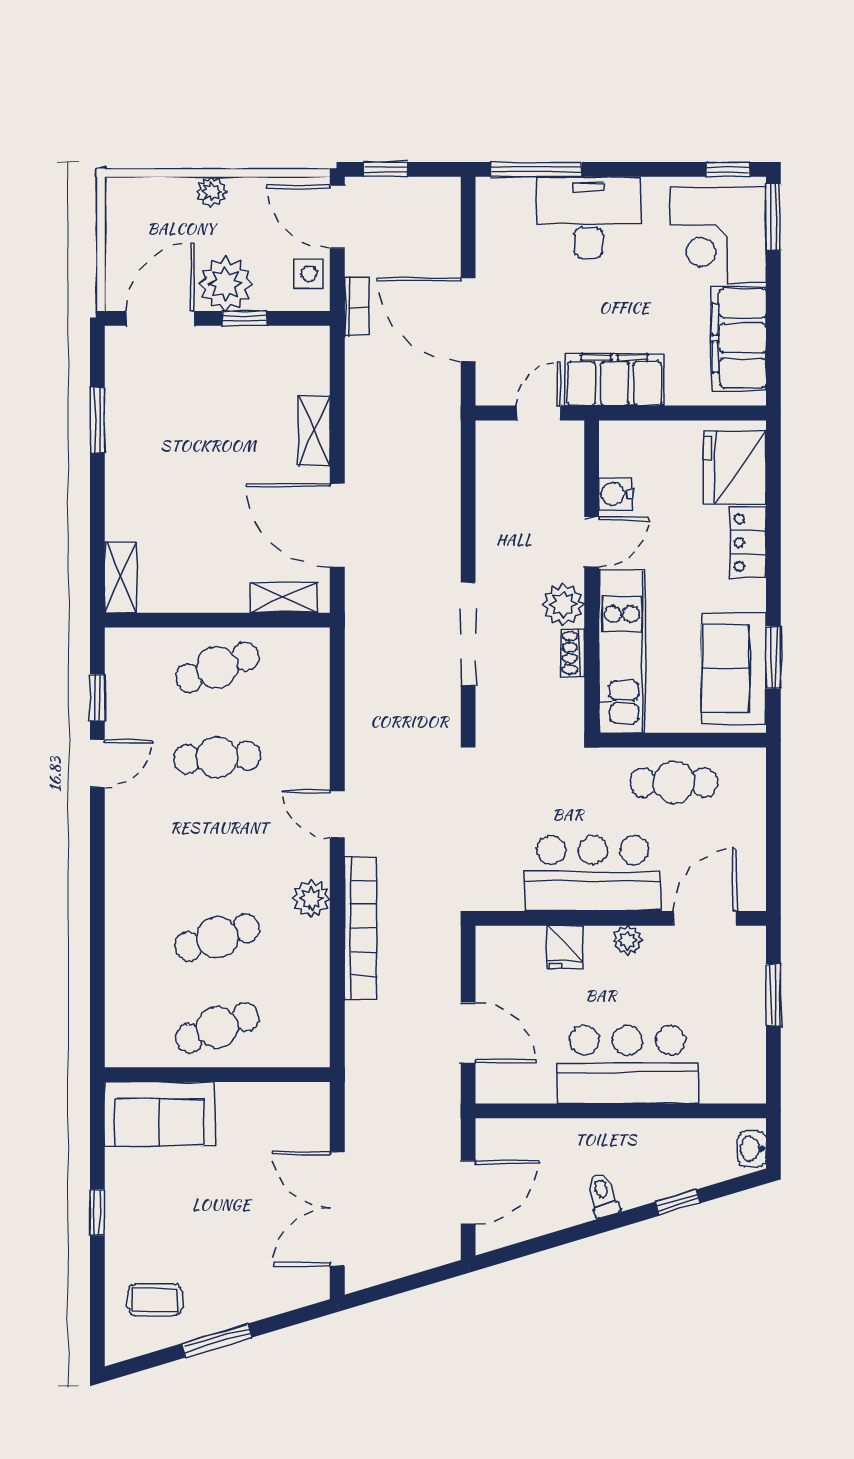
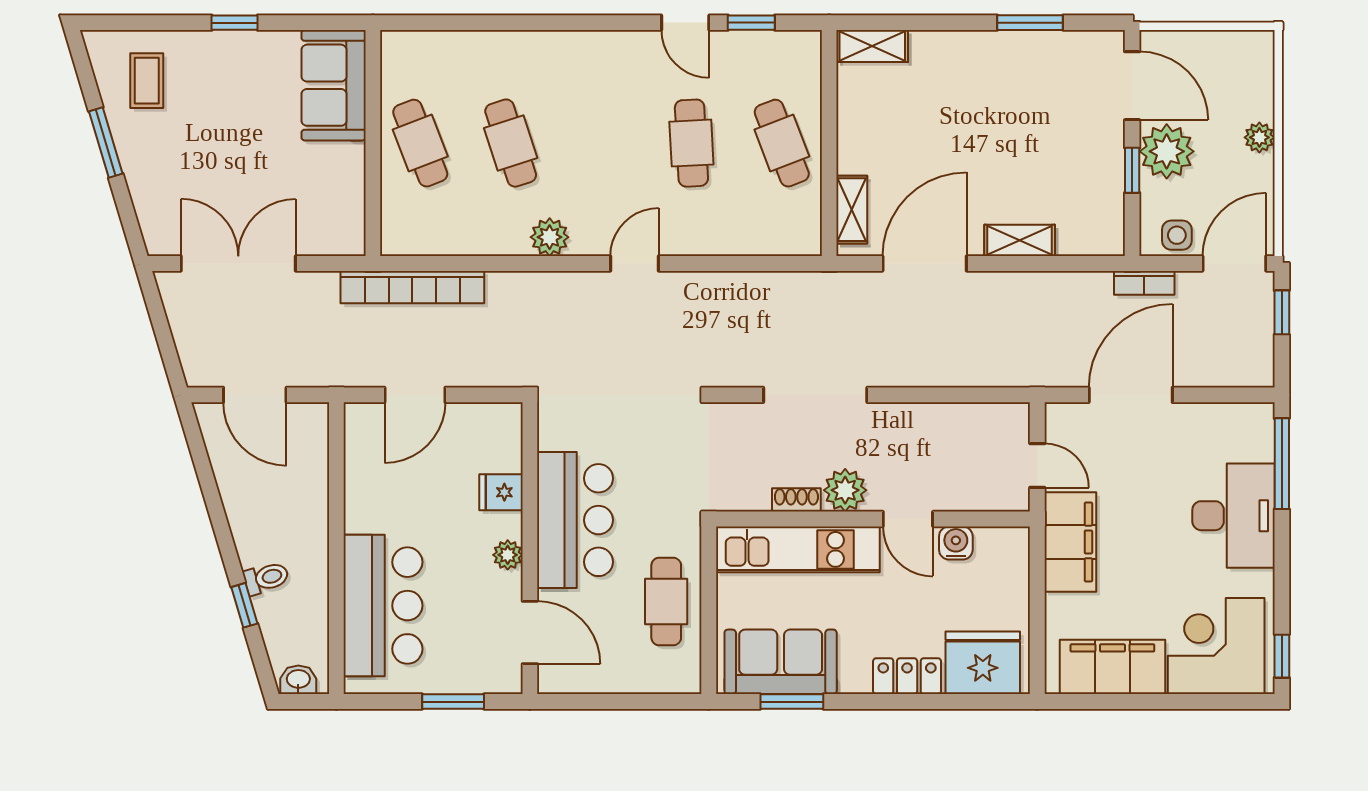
window: (773, 217) -> (1234, 702), removed
bookcase: (361, 928) -> (412, 287), moved
bar counter: (628, 1065) -> (383, 606), moved
toilet: (603, 1195) -> (266, 578), moved

